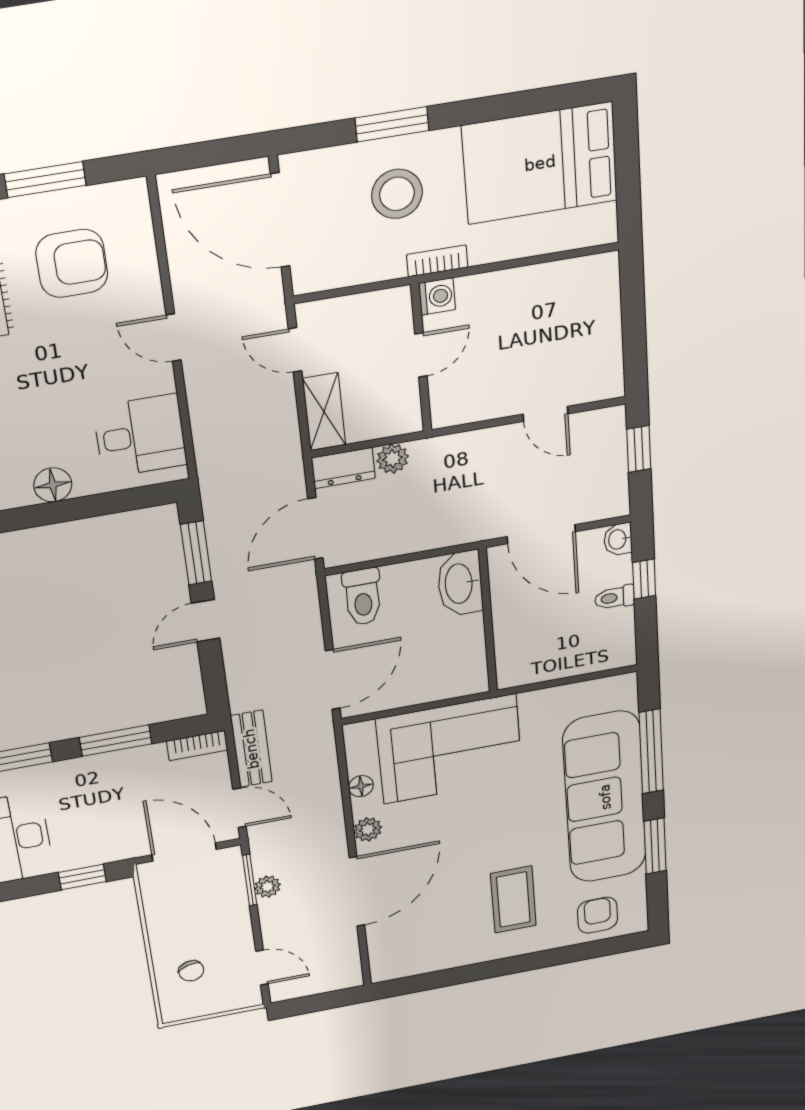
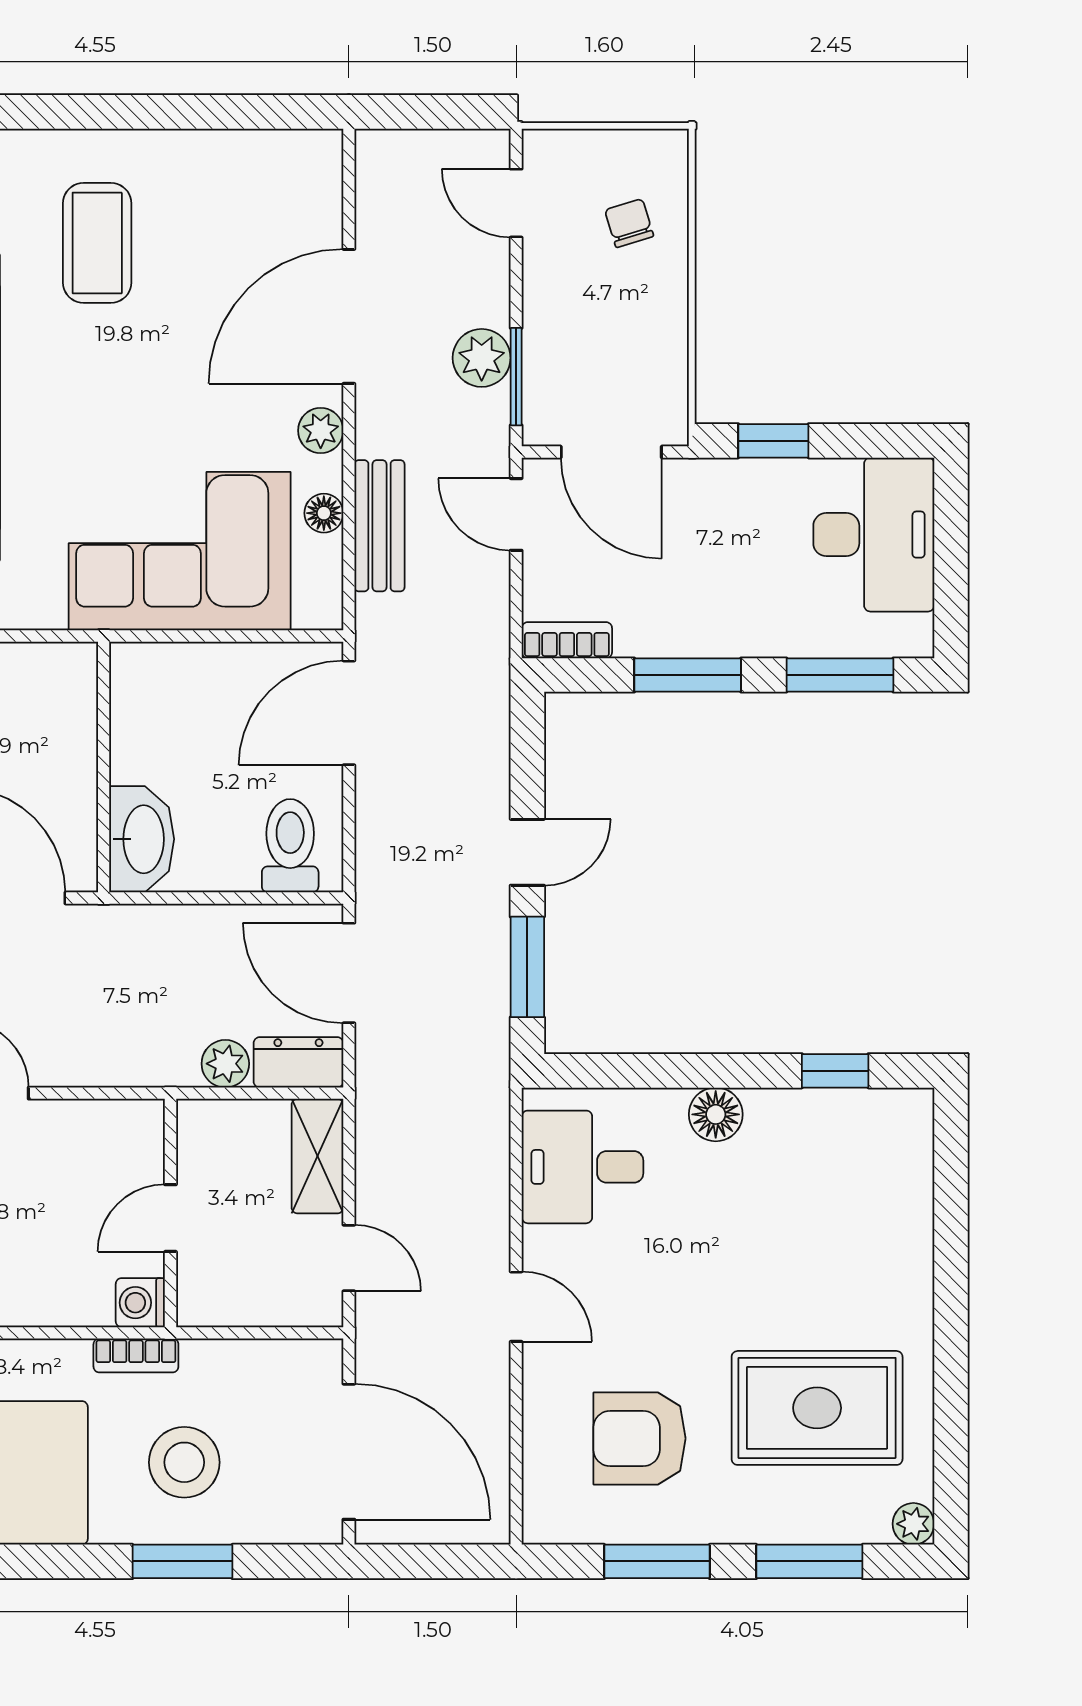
door: (315, 528) -> (349, 973), swing flipped
bench: (251, 749) -> (379, 526), moved
plant: (268, 887) -> (482, 358), width x1.38, depth x1.38

